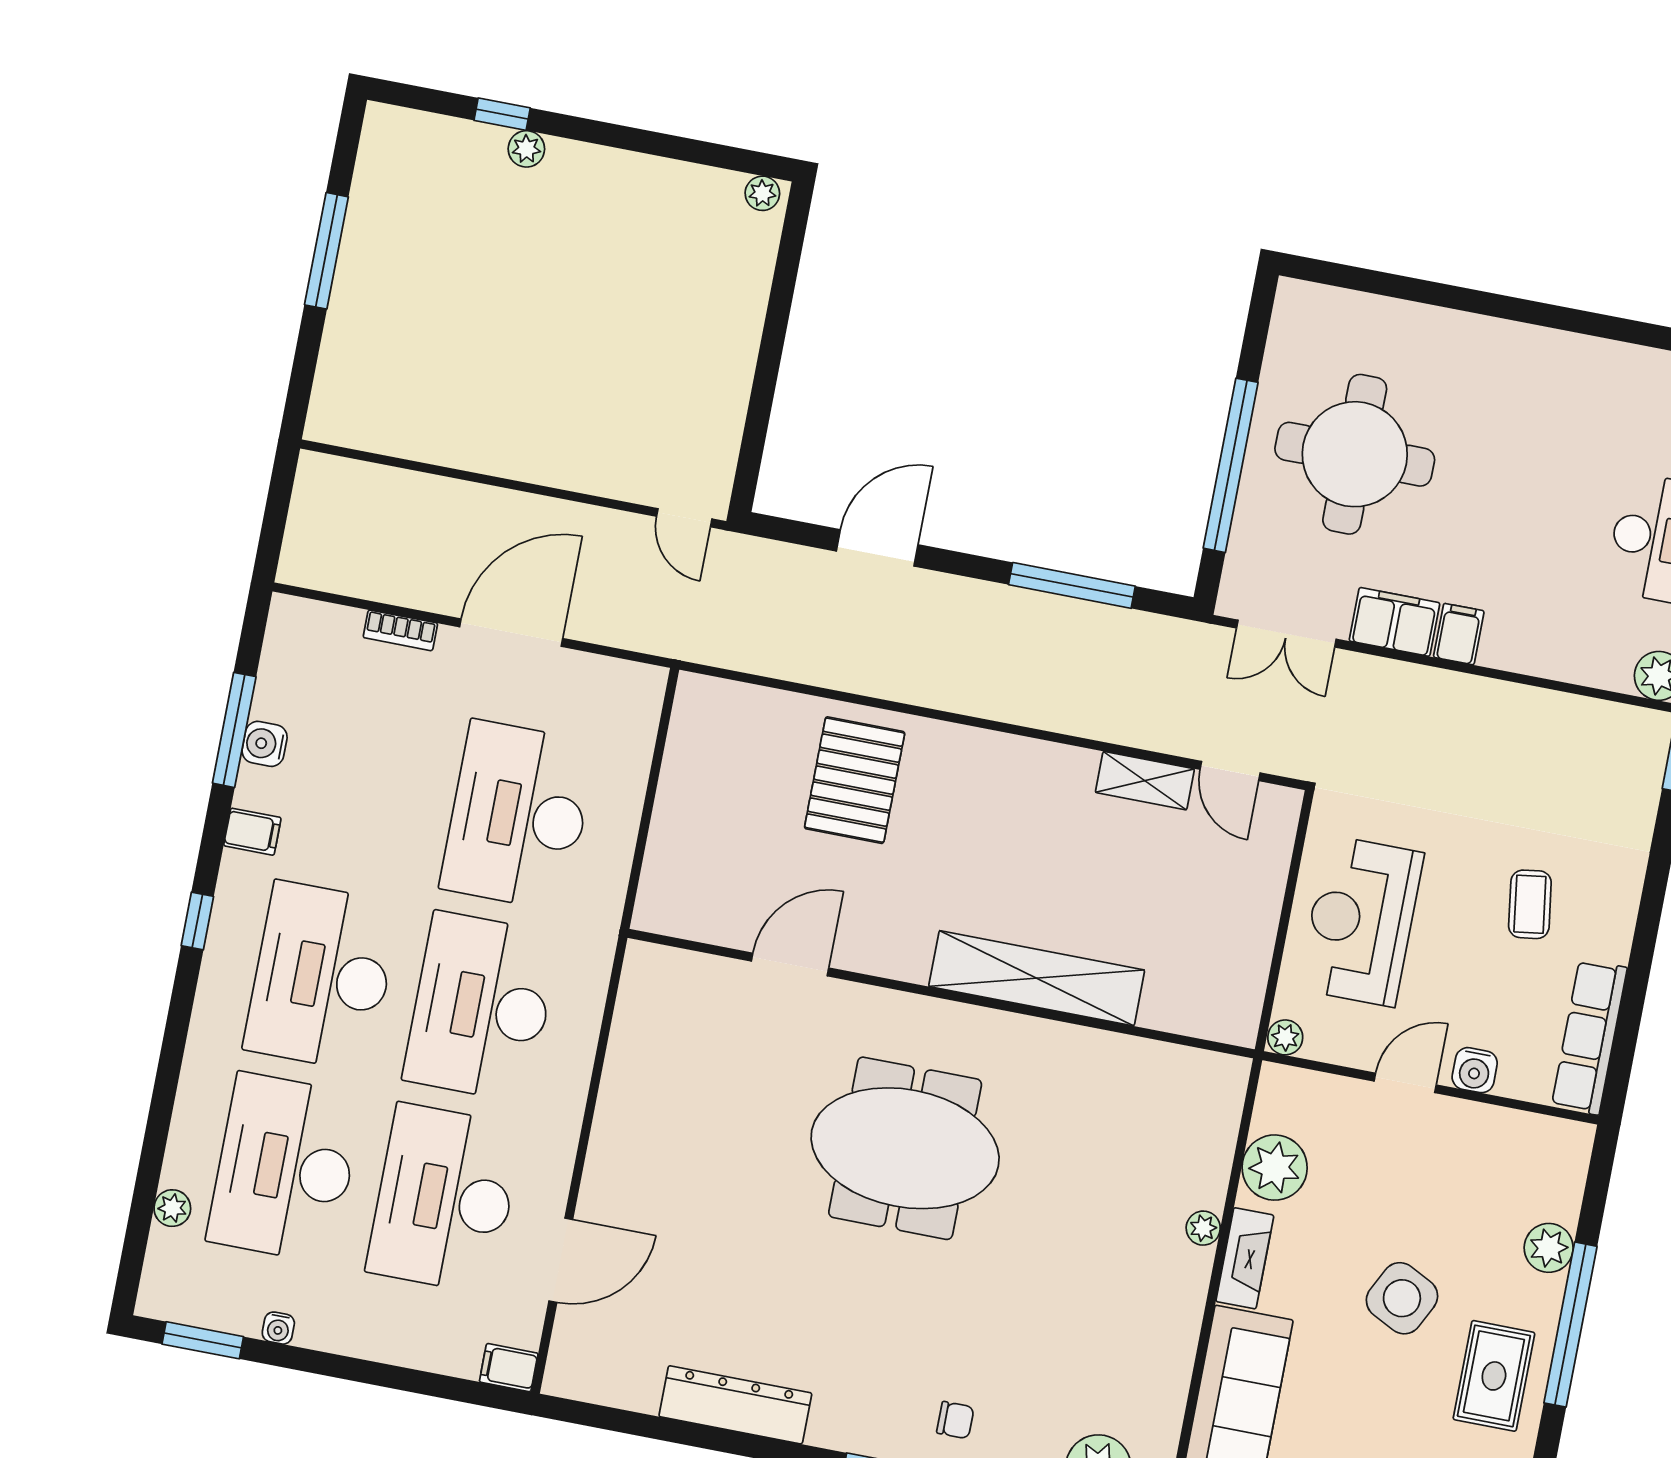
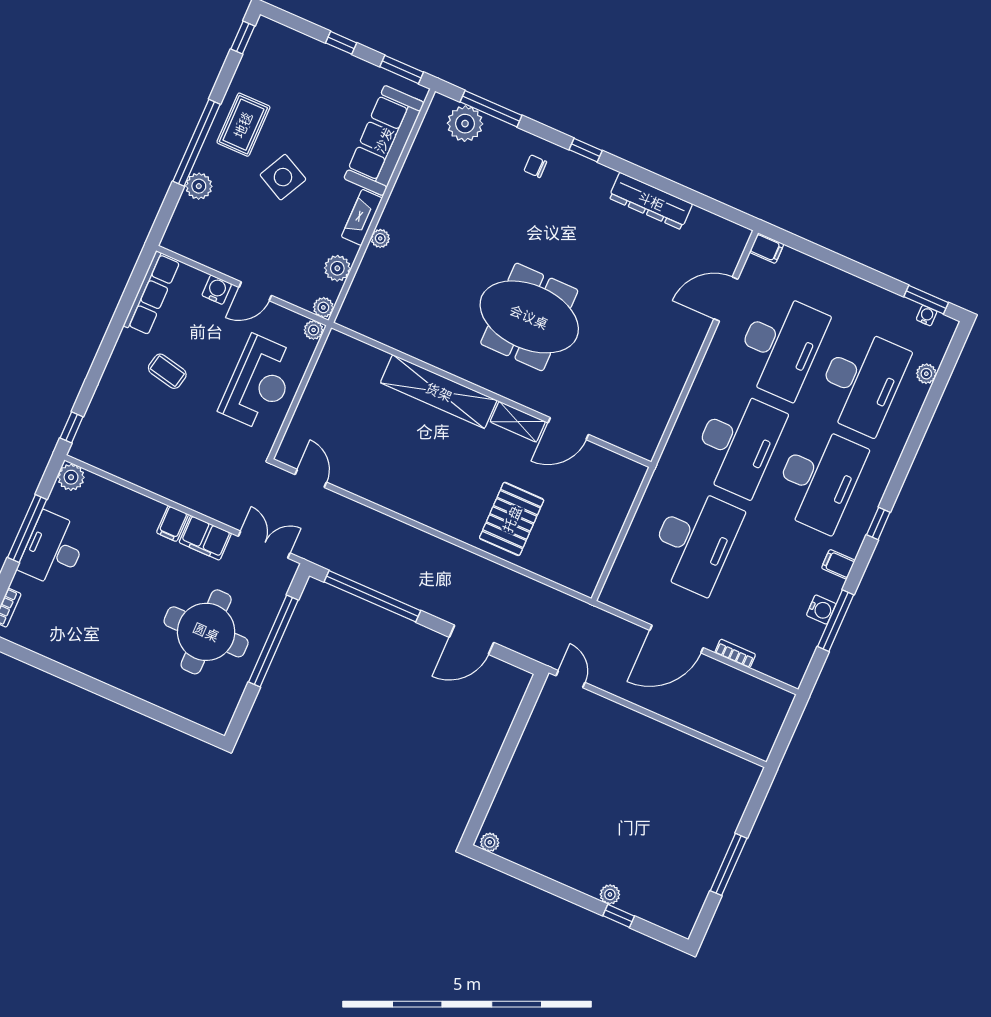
window: (1072, 585) -> (372, 596), width x1.46
shelving: (1145, 781) -> (518, 422), moved
coffee table: (1530, 904) -> (167, 371), turned -70
plant: (1277, 1082) -> (323, 307), added
plant: (1275, 1168) -> (337, 268), width x0.73, depth x0.73
water cooler: (278, 1328) -> (927, 316), moved

